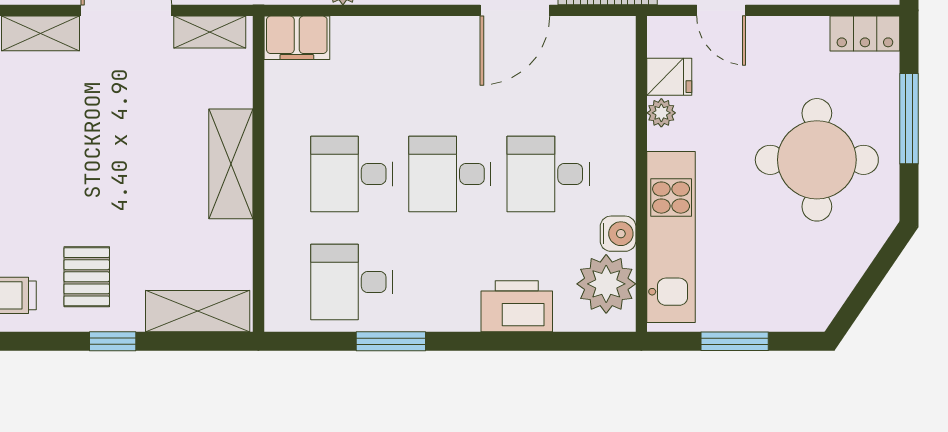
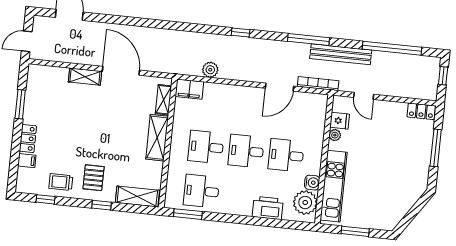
shelving: (210, 32) -> (163, 100), moved, turned 90
round table: (817, 160) -> (396, 161), removed
window: (391, 341) -> (188, 214), moved

